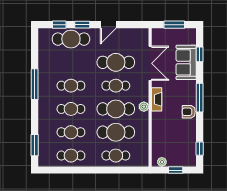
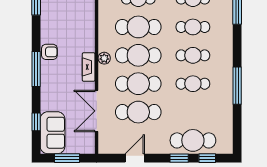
door: (108, 25) -> (135, 158), moved
sofa: (186, 62) -> (53, 133), moved
cafe table: (116, 86) -> (138, 84), width x1.37, depth x1.35

